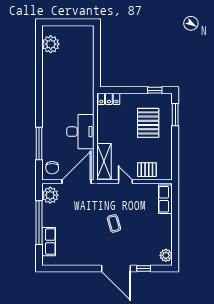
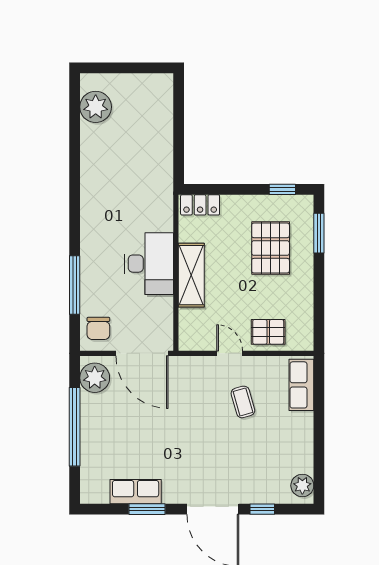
shelving: (104, 161) -> (191, 275), moved
door: (76, 182) -> (142, 353), swing flipped
coffee table: (114, 223) -> (243, 402), moved
row of seats: (49, 242) -> (136, 492), moved, turned -90
window: (79, 268) -> (147, 509), added

